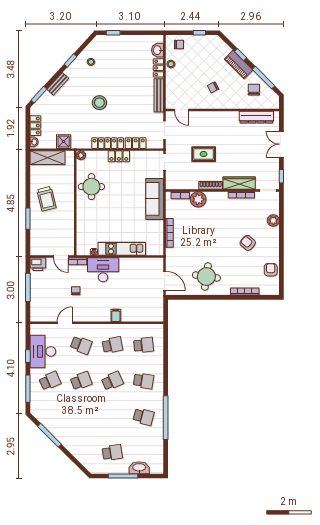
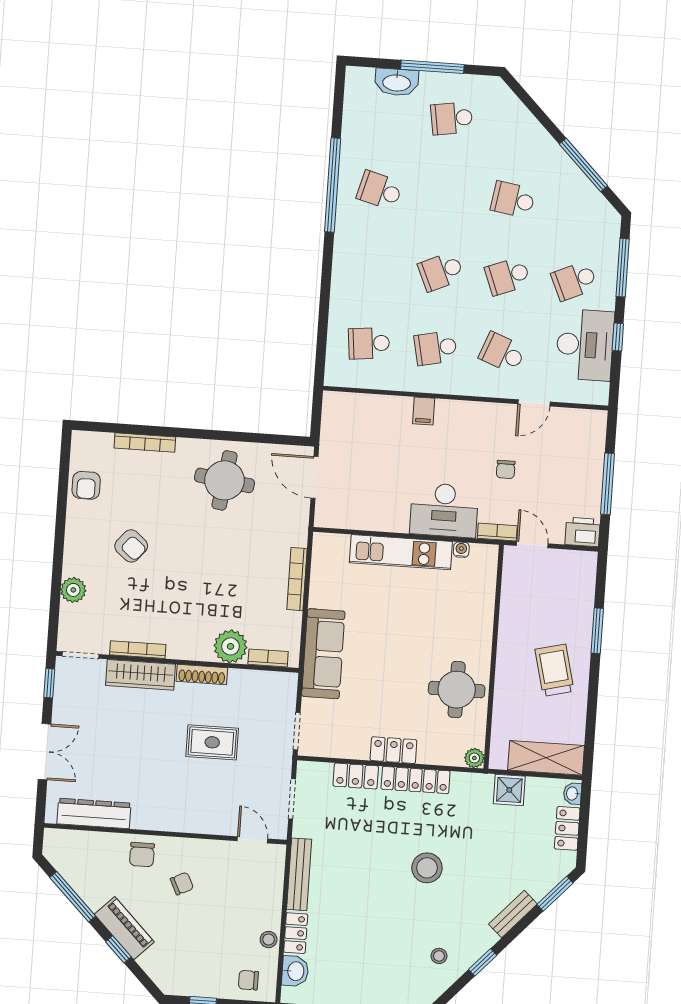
chair: (254, 90) -> (142, 855), moved
school desk: (144, 381) -> (513, 200), moved

